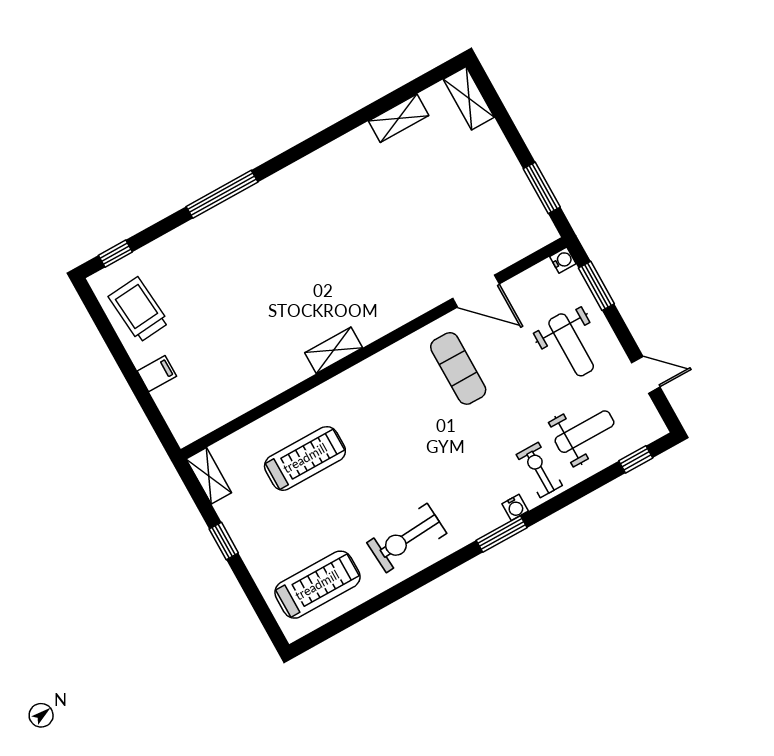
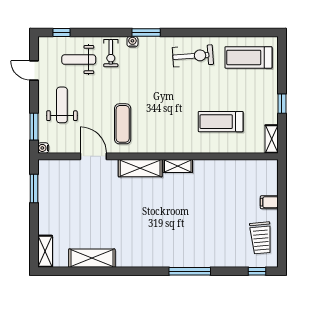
shelving: (399, 118) -> (92, 258), width x1.50, depth x1.33
shelving: (391, 314) -> (140, 168), added

